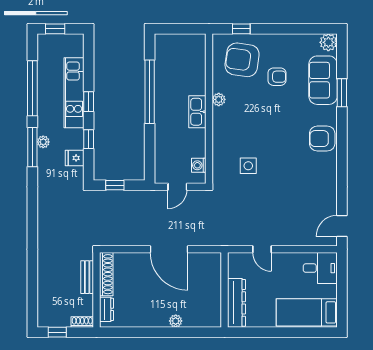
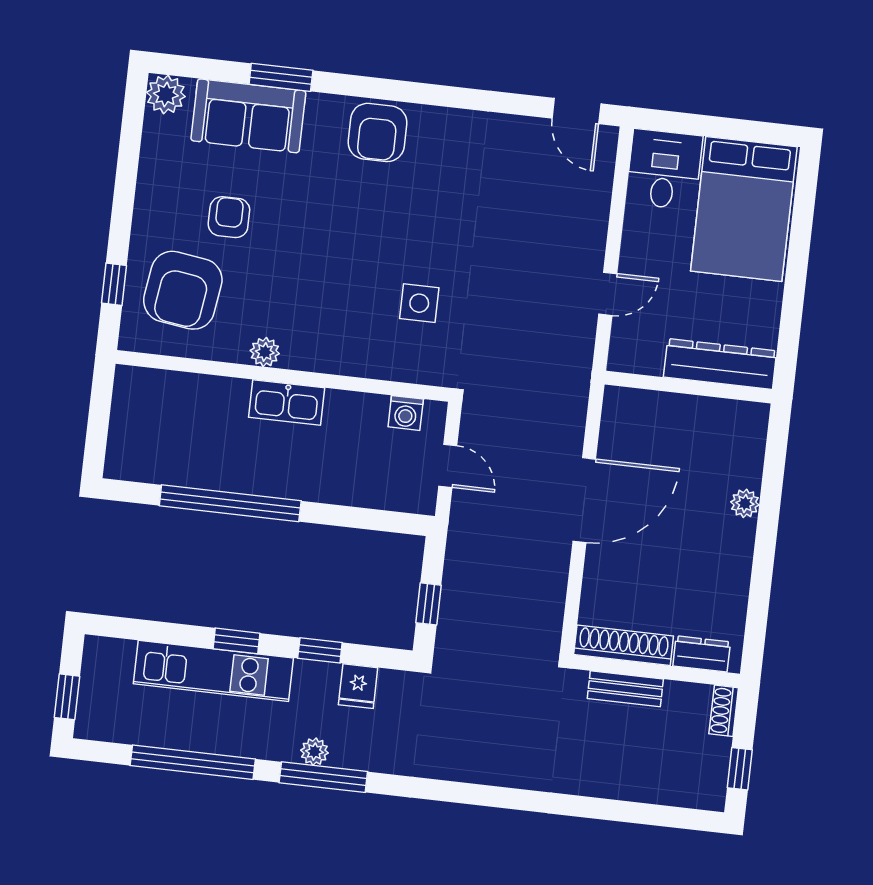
bed: (307, 312) -> (744, 209), width x1.50

